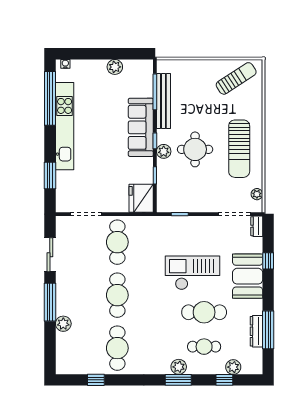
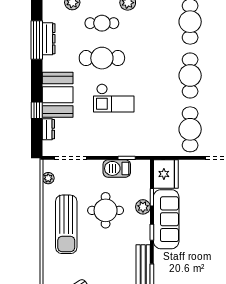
sofa: (141, 127) -> (166, 219), moved
round table: (195, 149) -> (106, 210), moved
sun lounger: (239, 149) -> (66, 224), turned 180
plant: (164, 151) -> (143, 207), moved
barbecue: (190, 204) -> (117, 168), added
dresser: (257, 226) -> (48, 129), moved
checkout: (192, 273) -> (114, 98), width x0.73, depth x0.83

